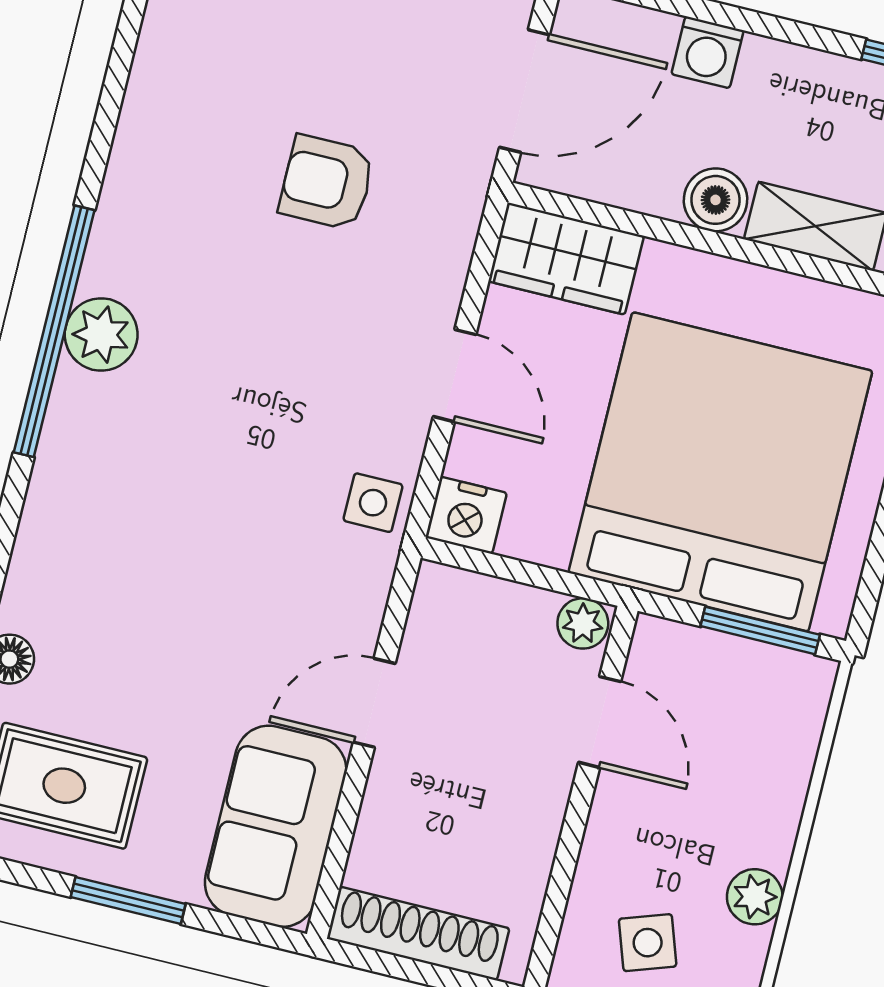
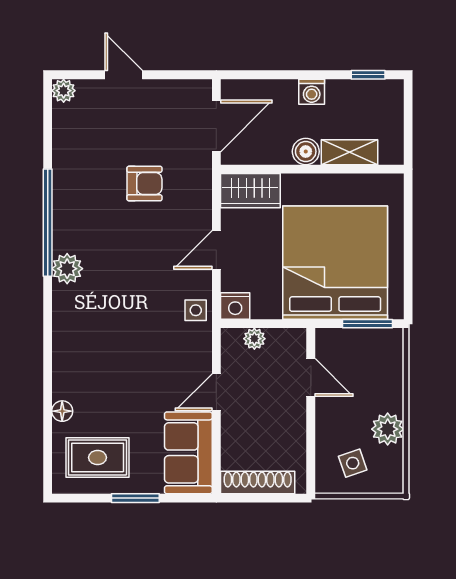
washing machine: (707, 52) -> (312, 92), moved
armchair: (327, 183) -> (144, 184), turned 180
window: (54, 331) -> (48, 223), moved
door: (455, 376) -> (216, 250), swing flipped
plant: (583, 623) -> (254, 339), moved
plant: (755, 897) -> (388, 429), width x1.38, depth x1.38

